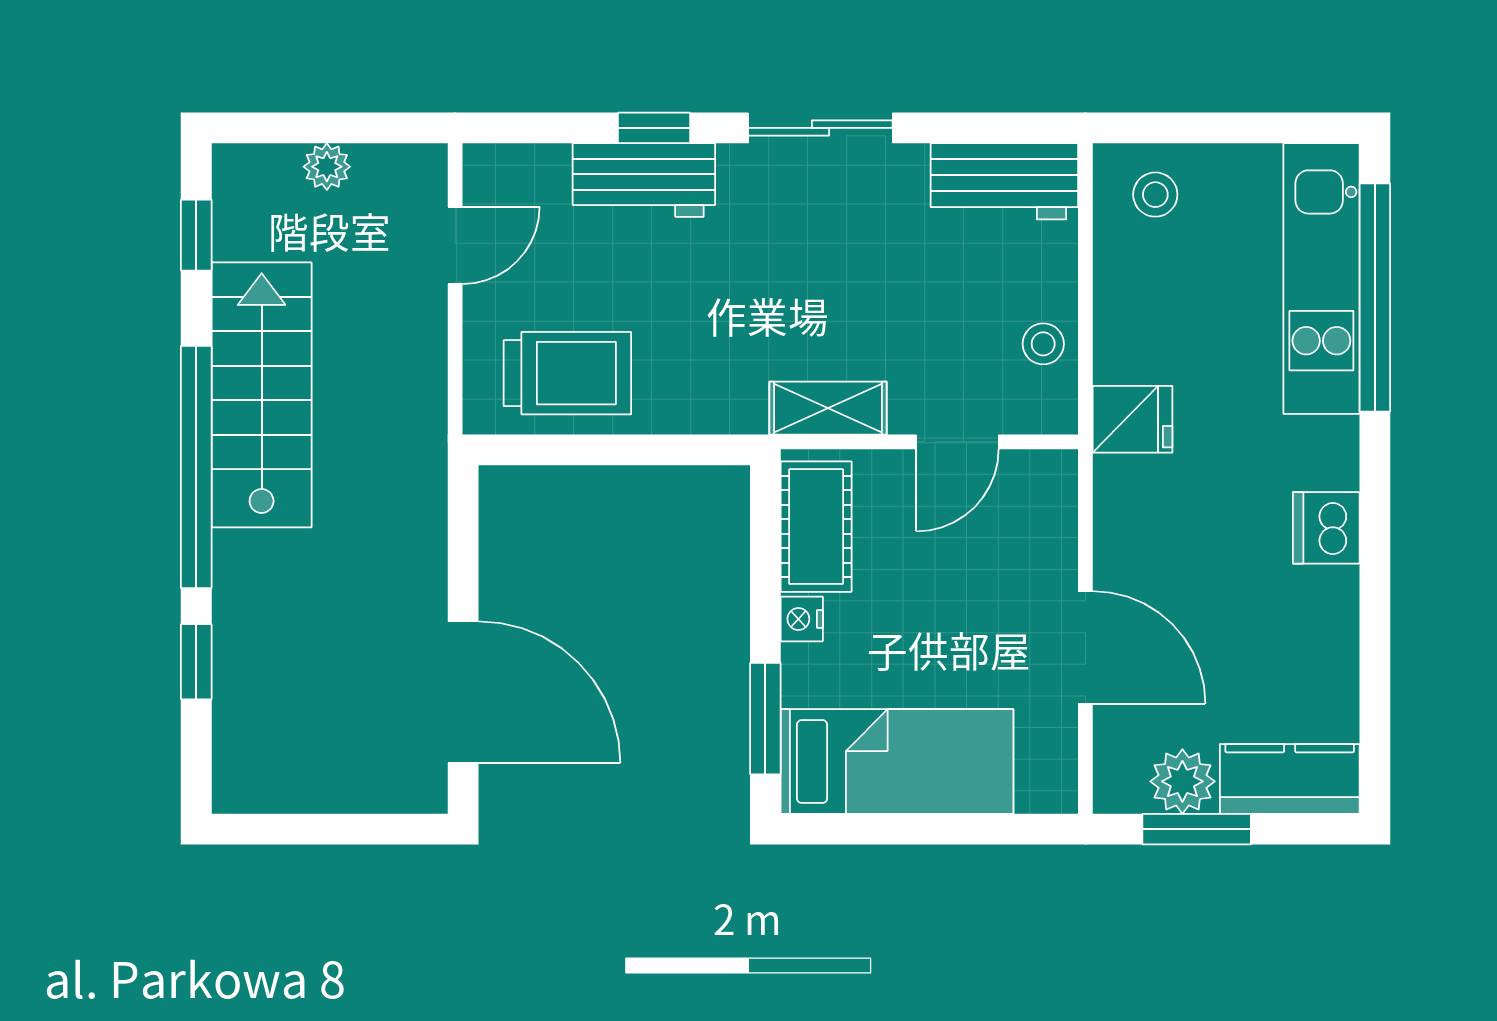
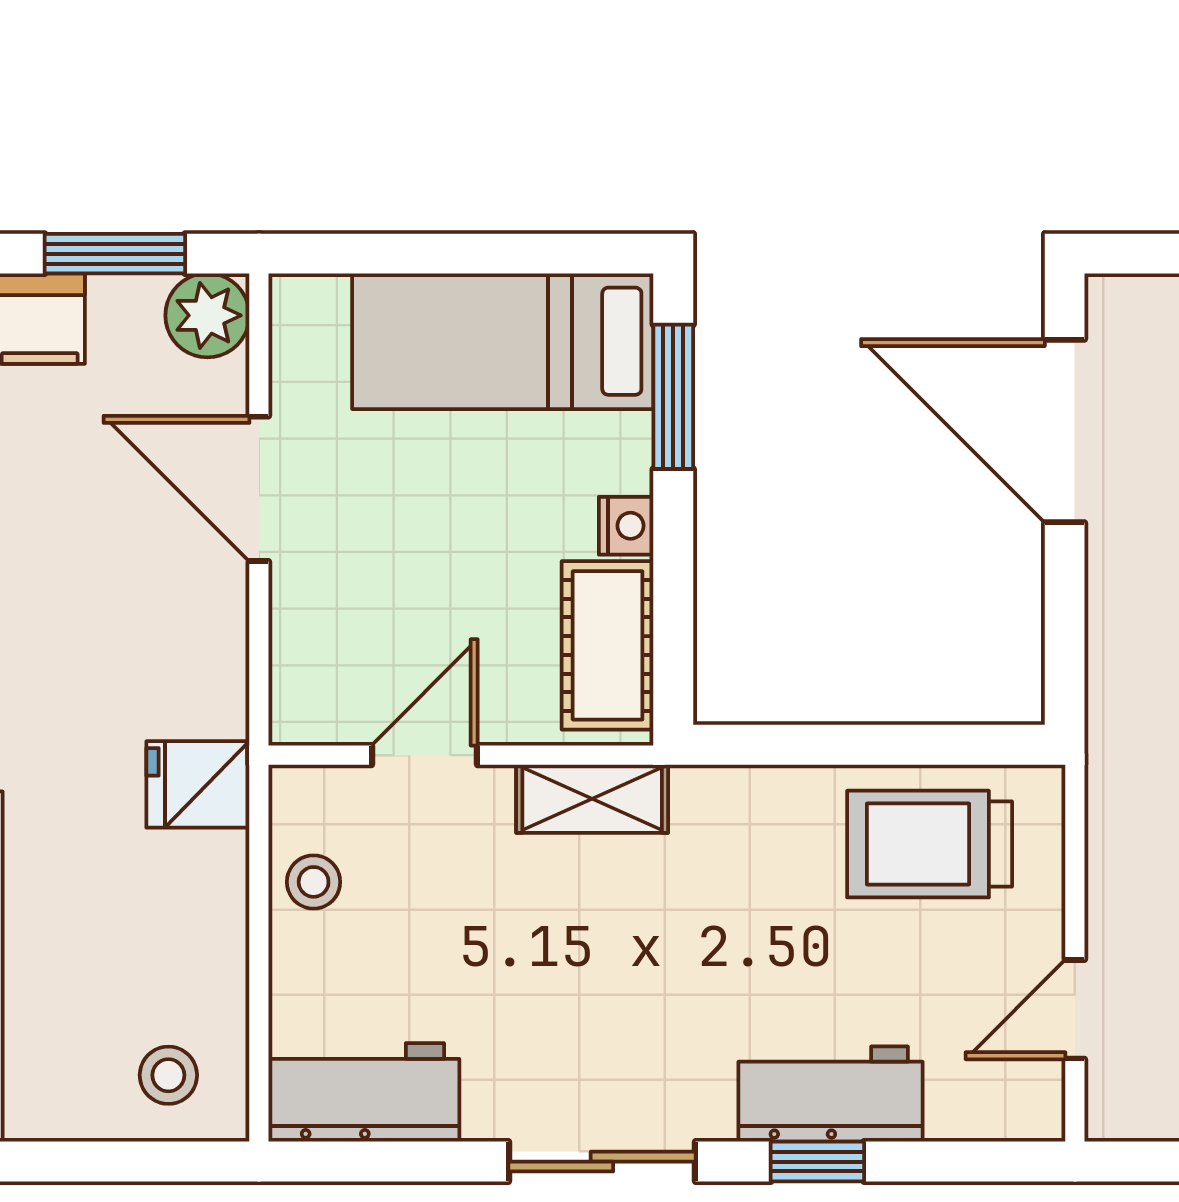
plant: (1182, 781) -> (207, 315), moved

